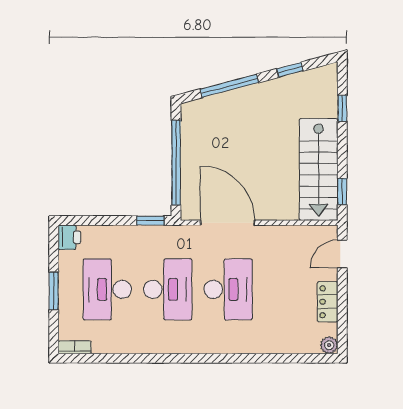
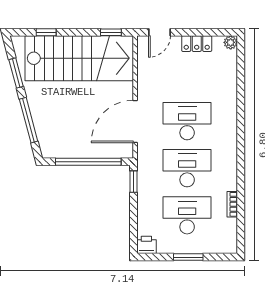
window: (290, 70) -> (16, 73), width x1.50
stairs: (319, 170) -> (79, 58), width x1.36, depth x1.51
door: (342, 254) -> (159, 32), hinge flipped
desk: (107, 289) -> (187, 215), turned 180
bookcase: (75, 347) -> (232, 204), moved

